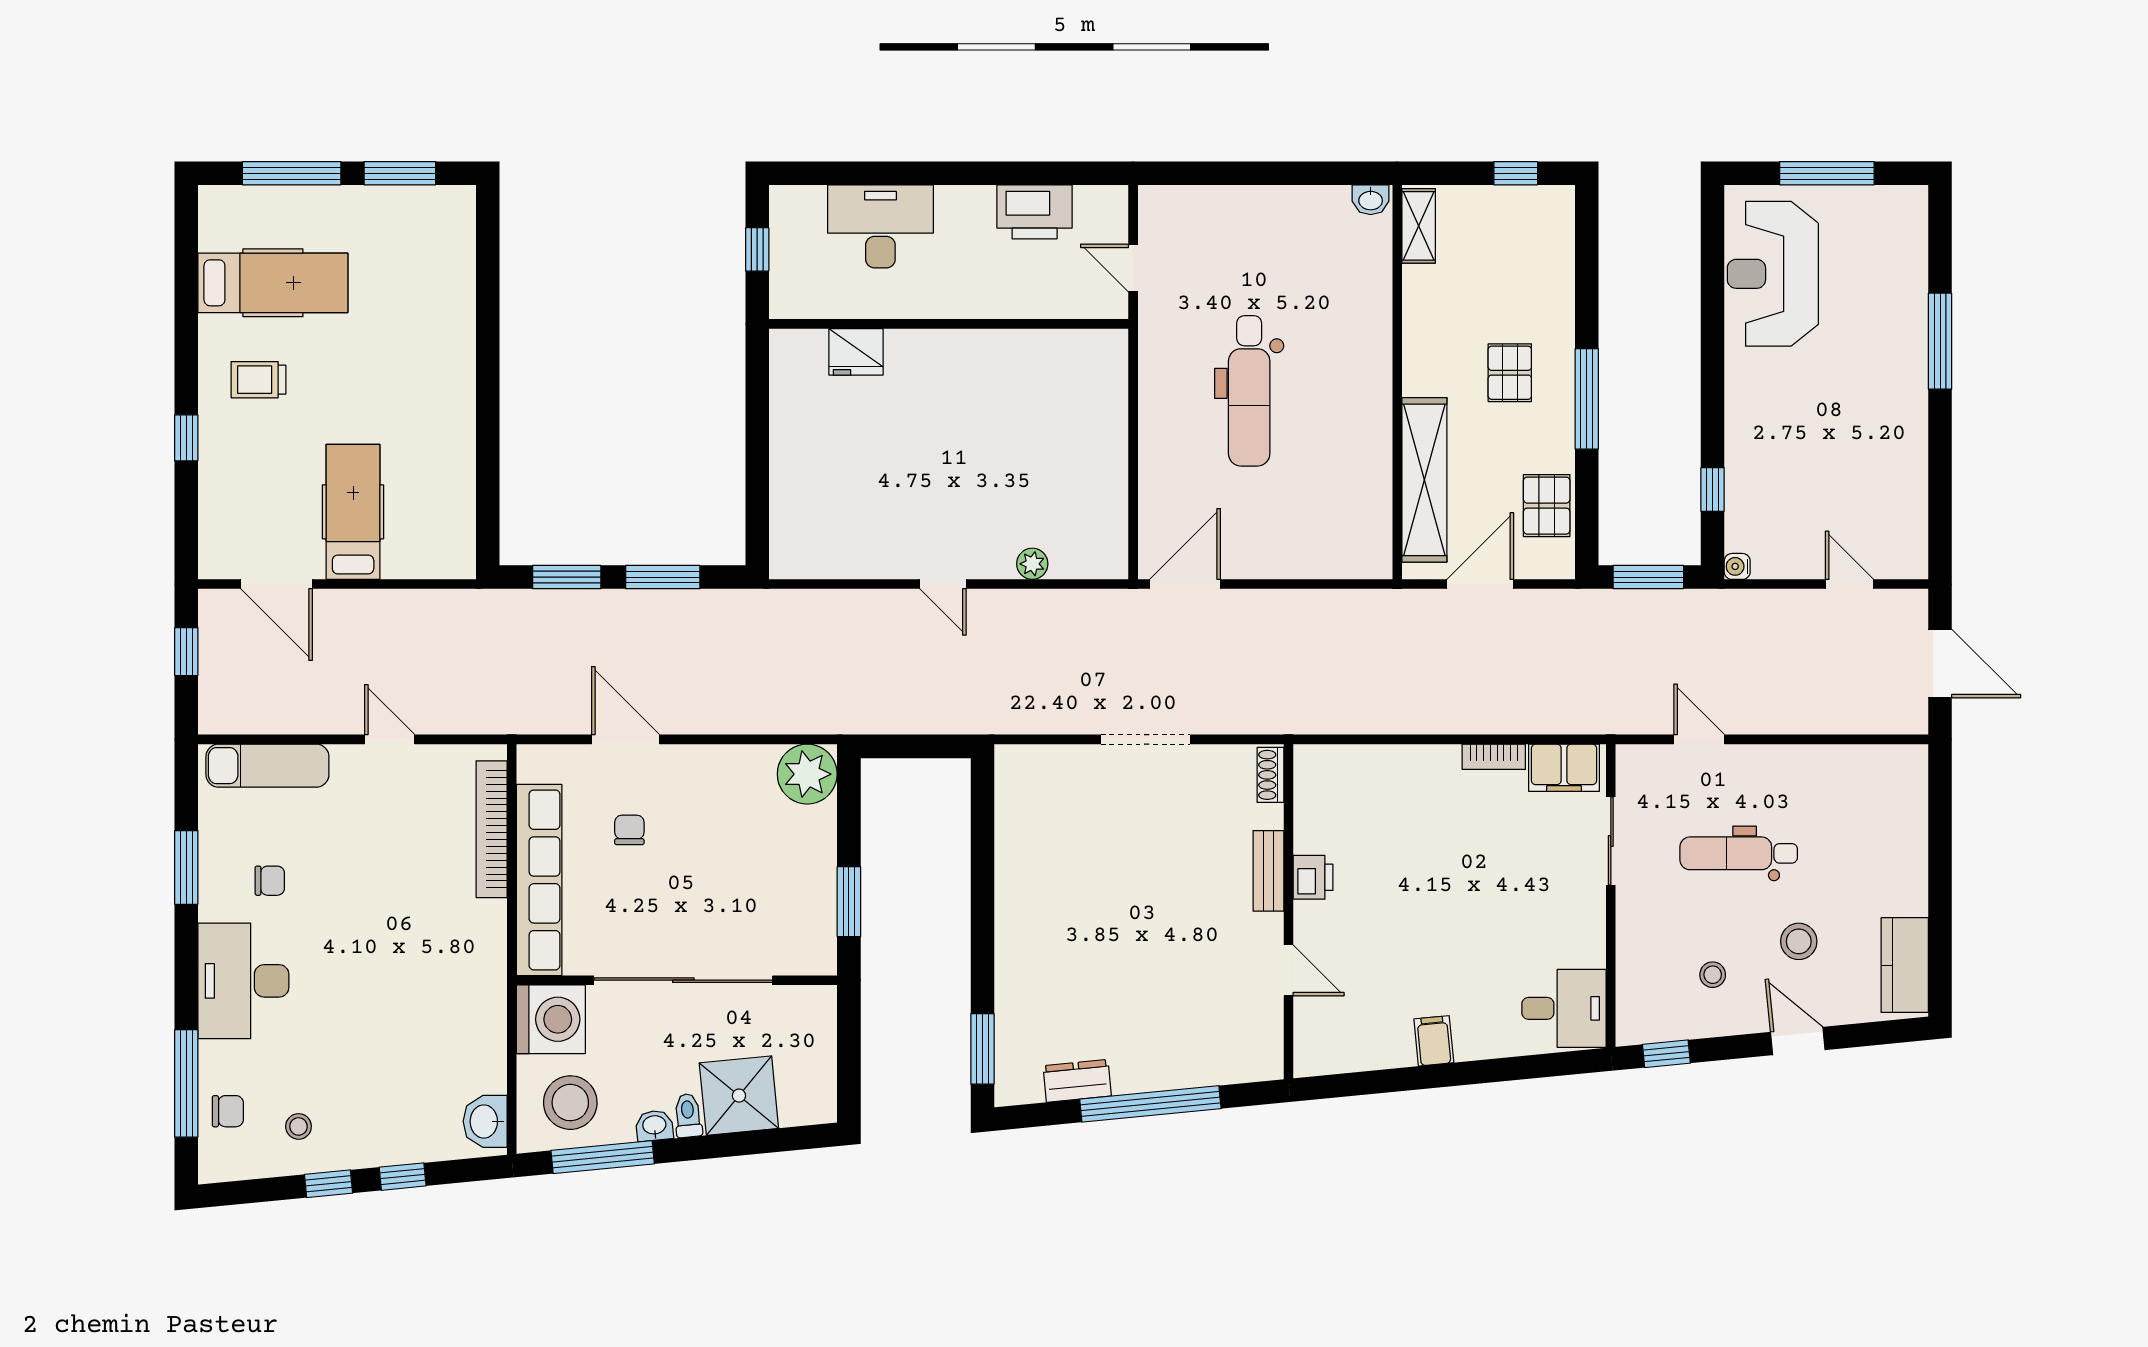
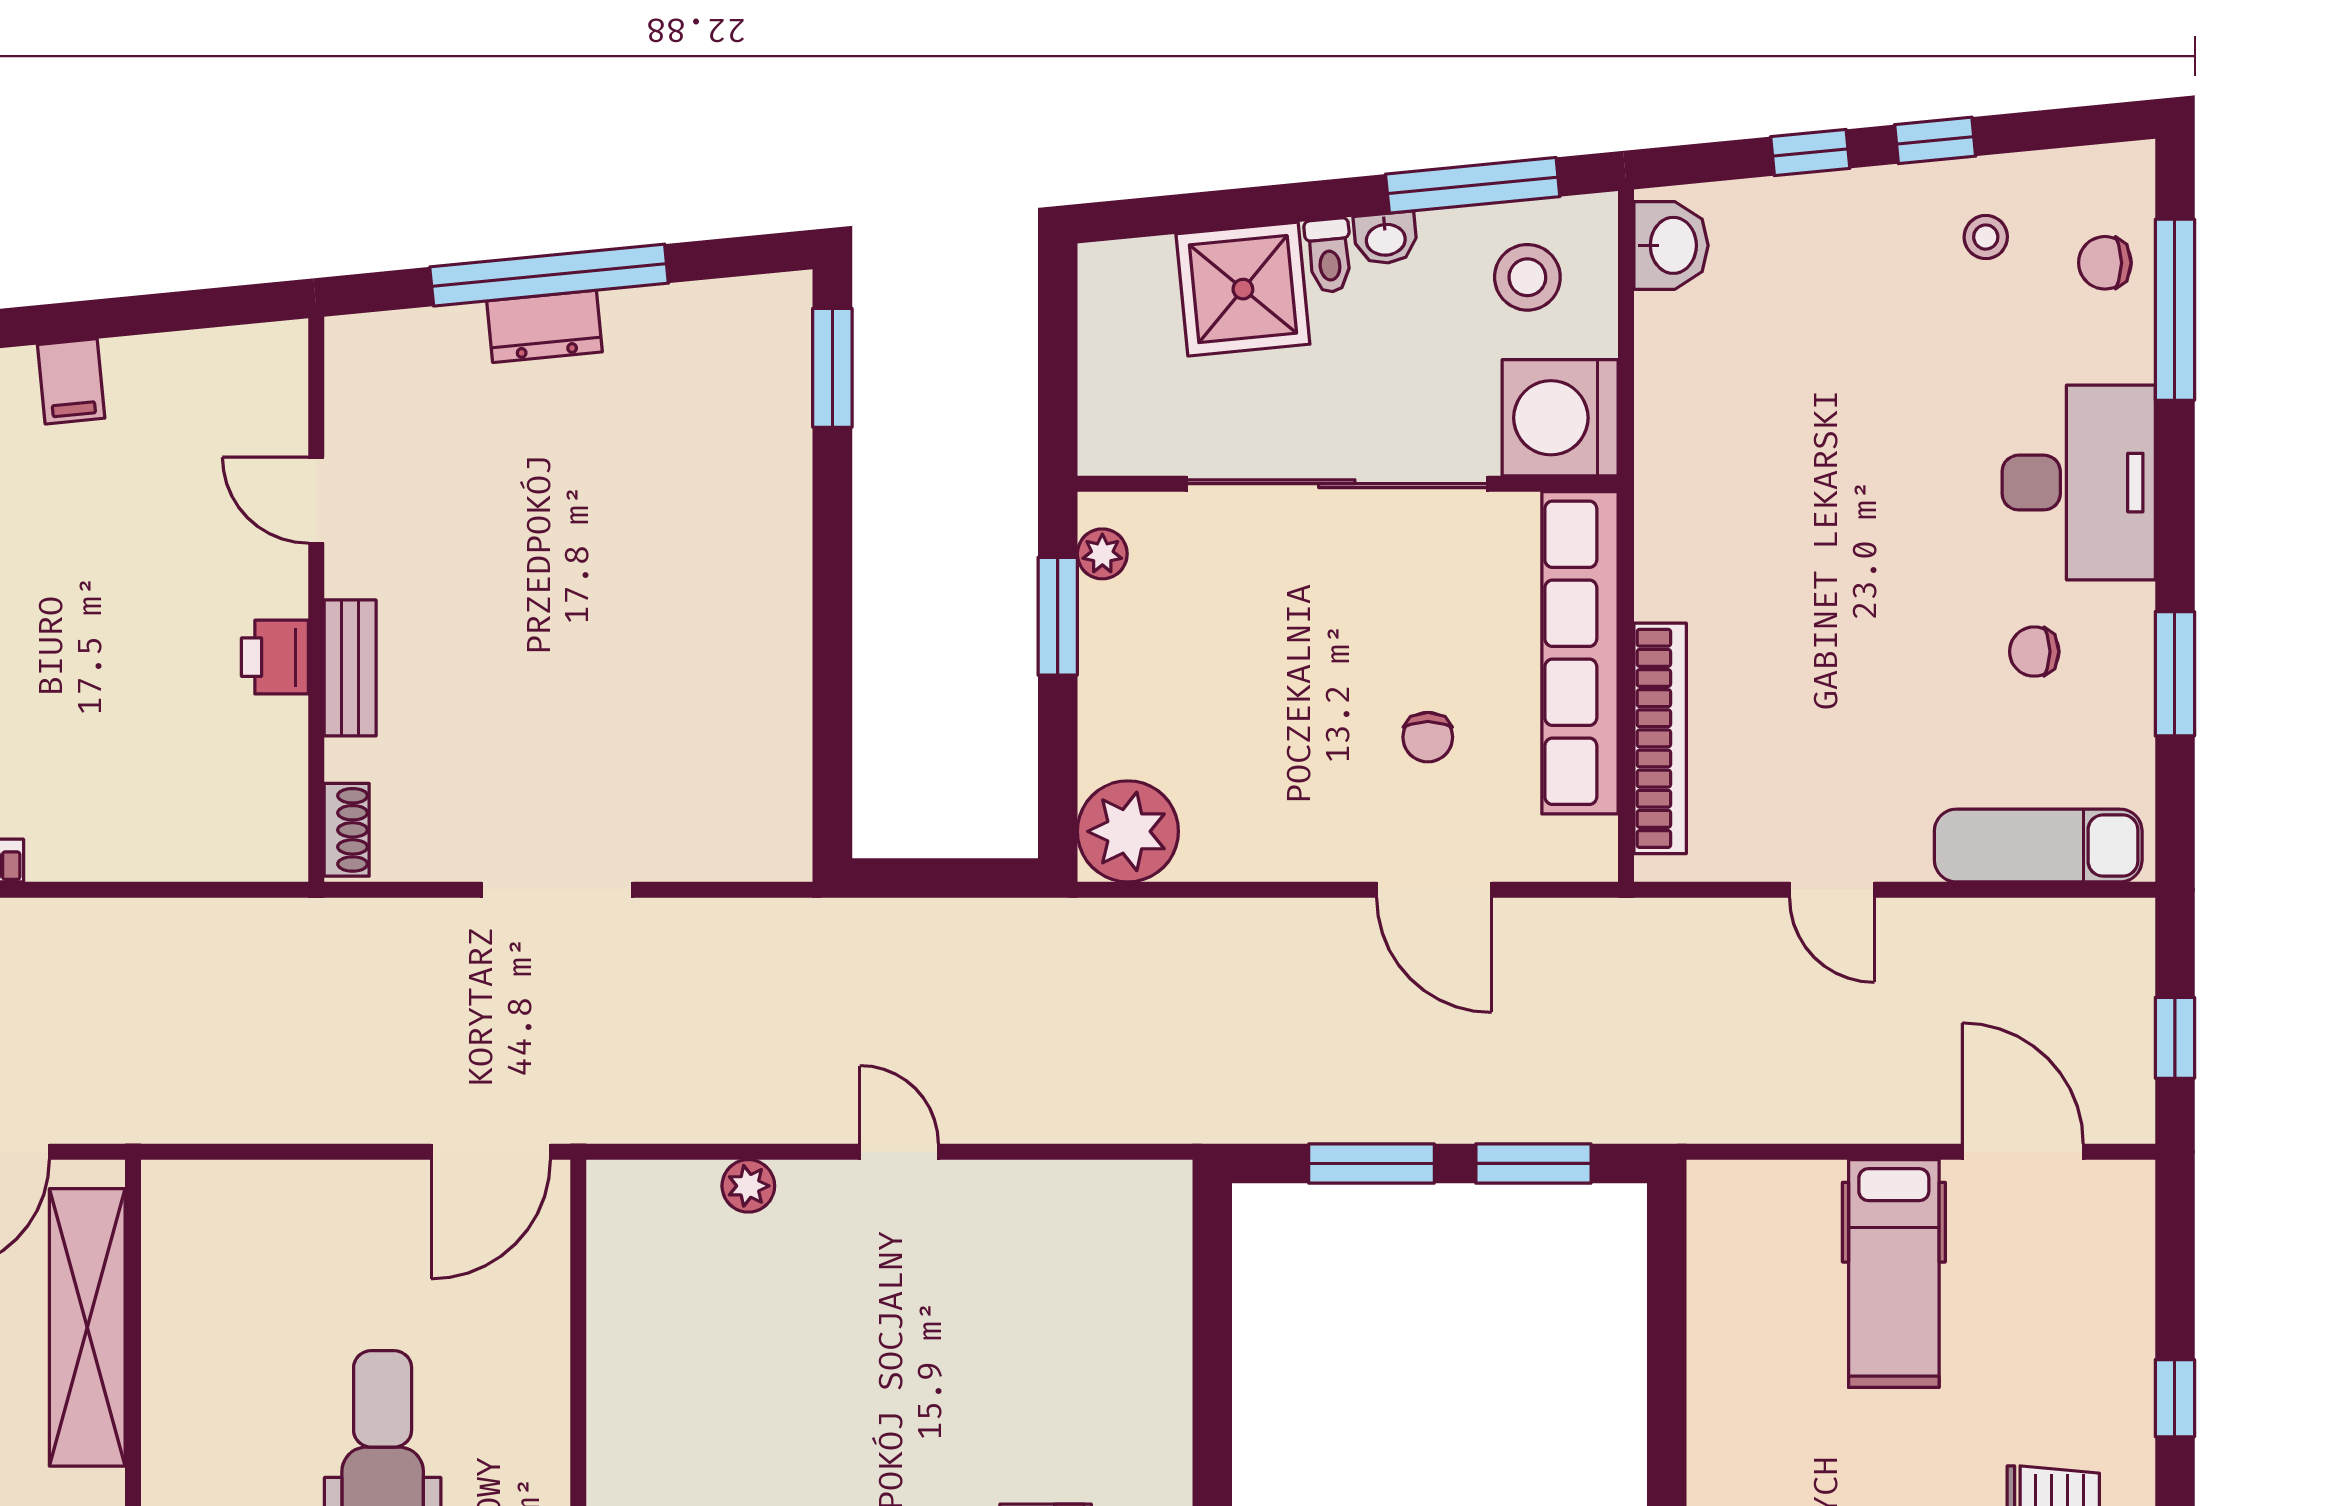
plant: (822, 939) -> (1102, 554), added
dresser: (1077, 1081) -> (545, 326), moved
stool: (570, 1103) -> (1527, 277), width x0.73, depth x0.73

